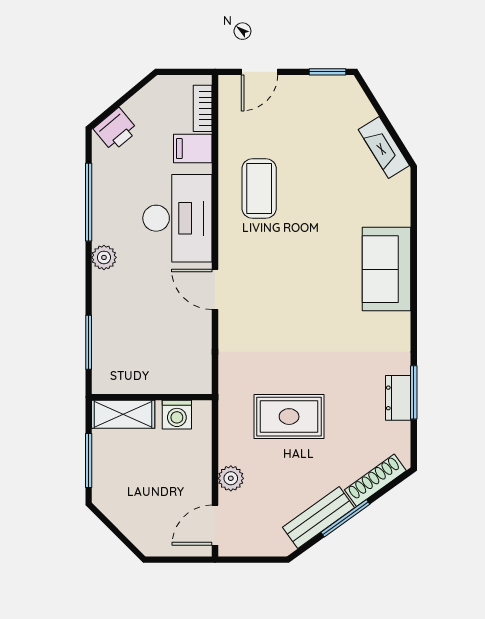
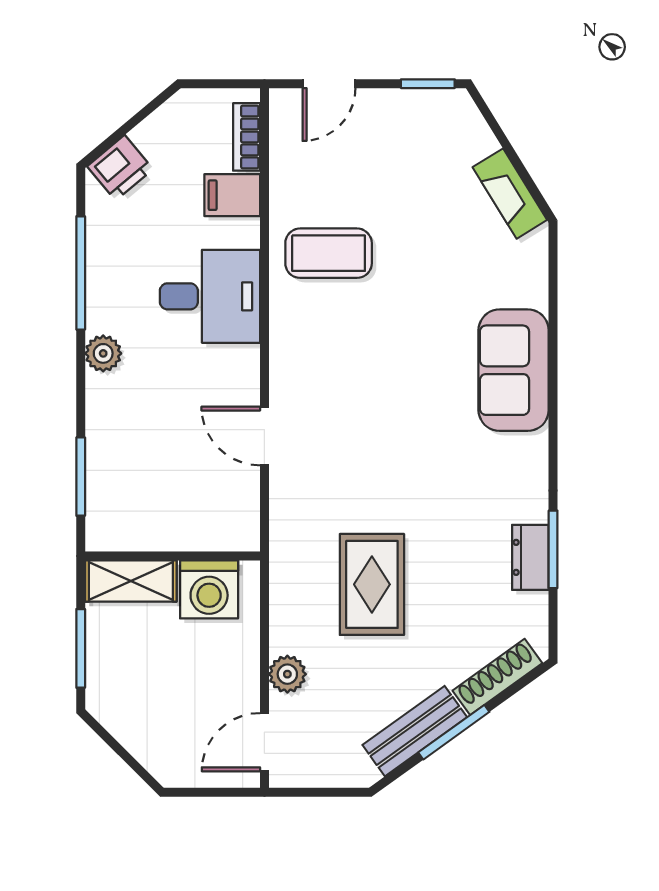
coffee table: (259, 188) -> (329, 253), turned 90
desk: (177, 218) -> (210, 296), width x0.73
door: (215, 289) -> (264, 436), moved
washing machine: (177, 415) -> (209, 589), width x1.38, depth x1.38
rug: (289, 417) -> (372, 584), turned 90

